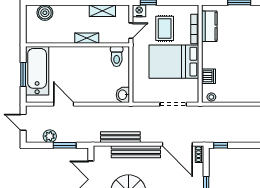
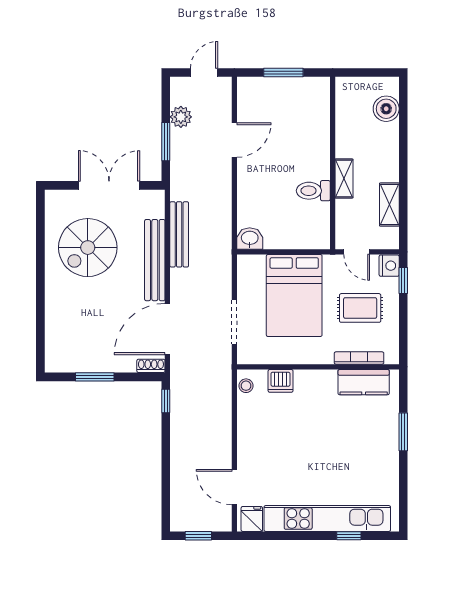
toilet: (117, 57) -> (313, 191), moved
bed: (174, 62) -> (294, 296), moved, turned 180
bathtub: (37, 71) -> (290, 96), removed

